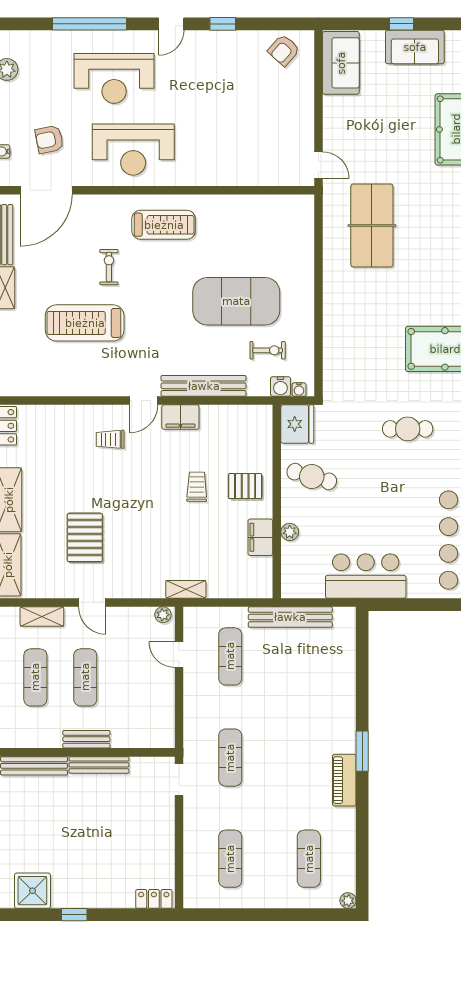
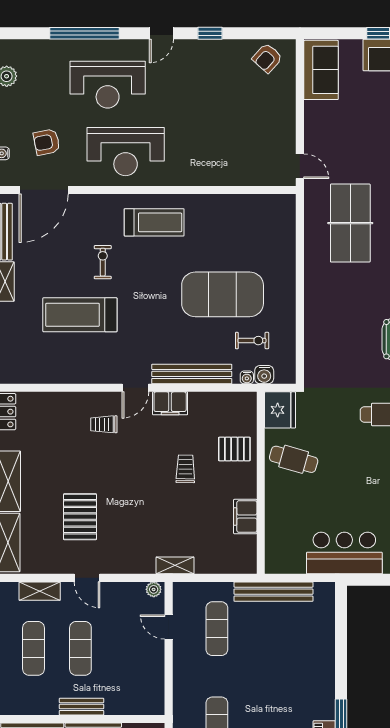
water cooler: (299, 389) -> (247, 377), moved
pallet: (245, 486) -> (234, 449), moved
plant: (290, 532) -> (273, 511), removed

